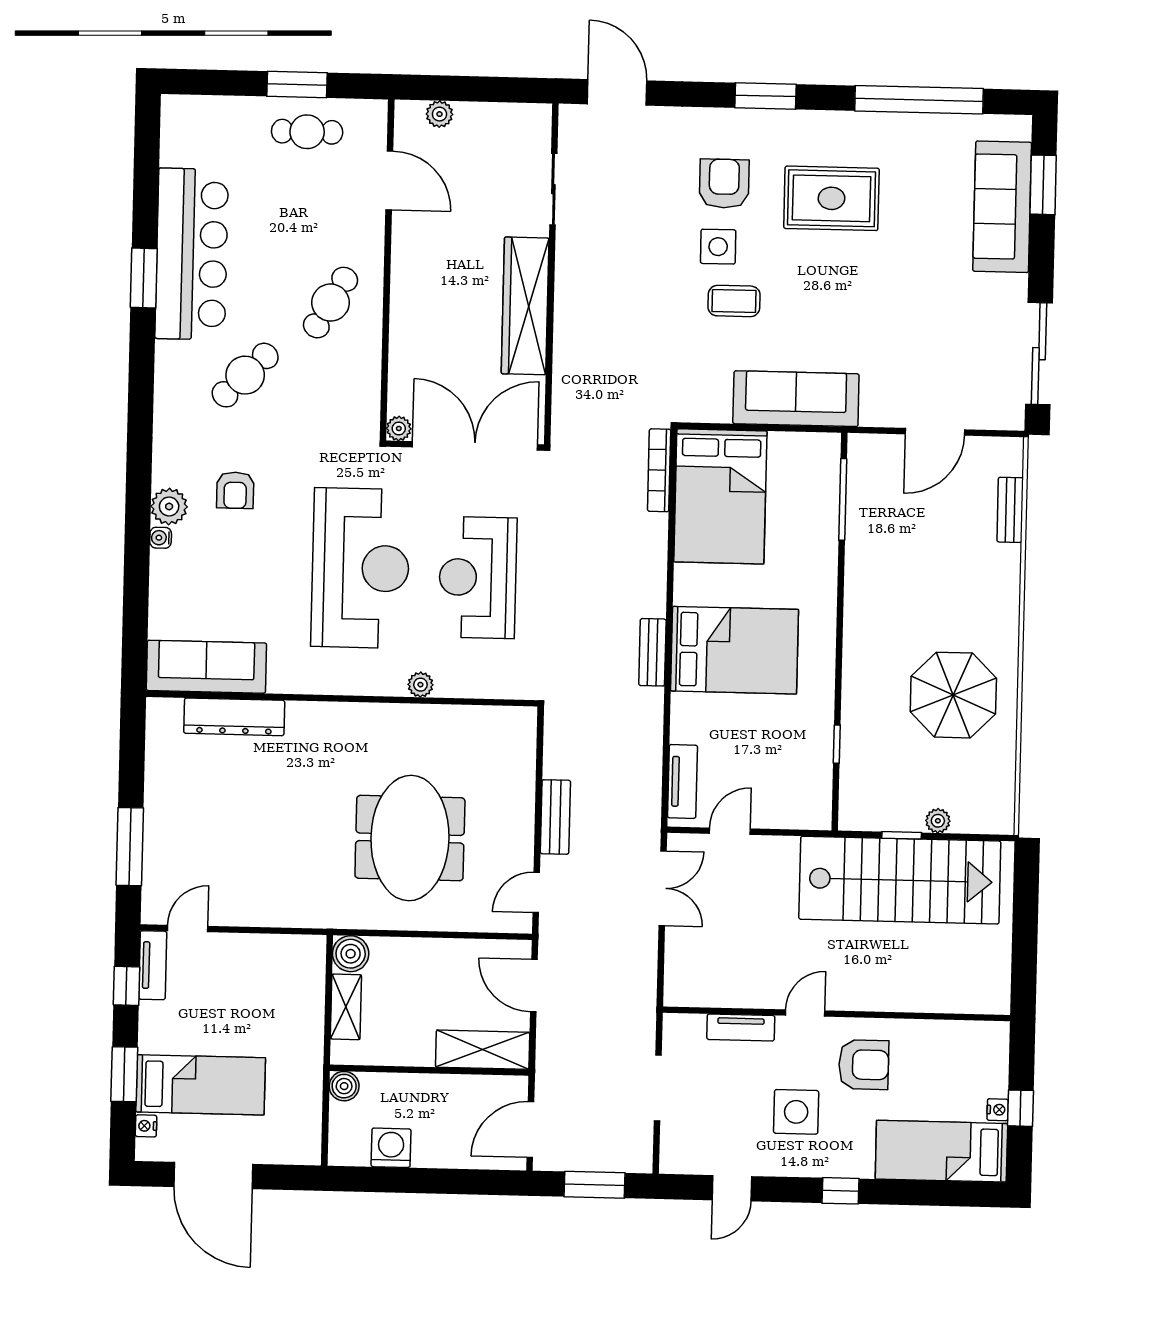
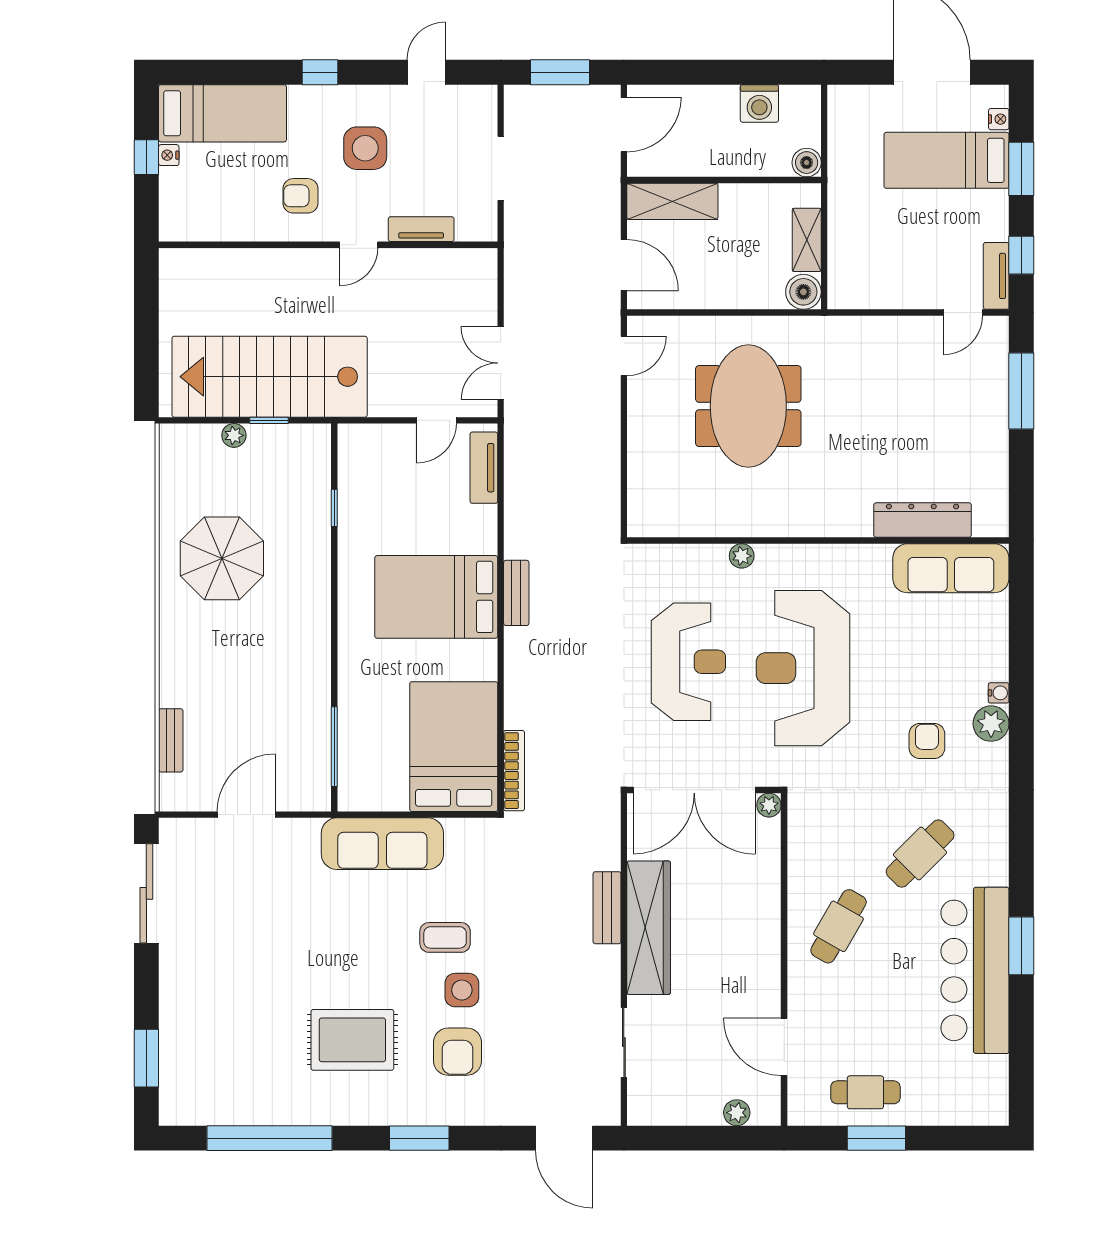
sofa: (1002, 207) -> (186, 1036), removed
bench: (555, 817) -> (607, 908), moved
armchair: (864, 1065) -> (301, 196), width x0.72, depth x0.72

